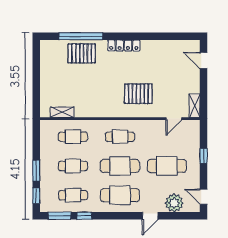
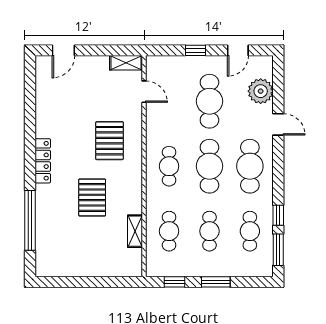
pallet: (82, 53) -> (92, 197), moved
shelving: (62, 112) -> (135, 231), moved
window: (36, 196) -> (175, 282), moved
door: (204, 197) -> (238, 50), moved

